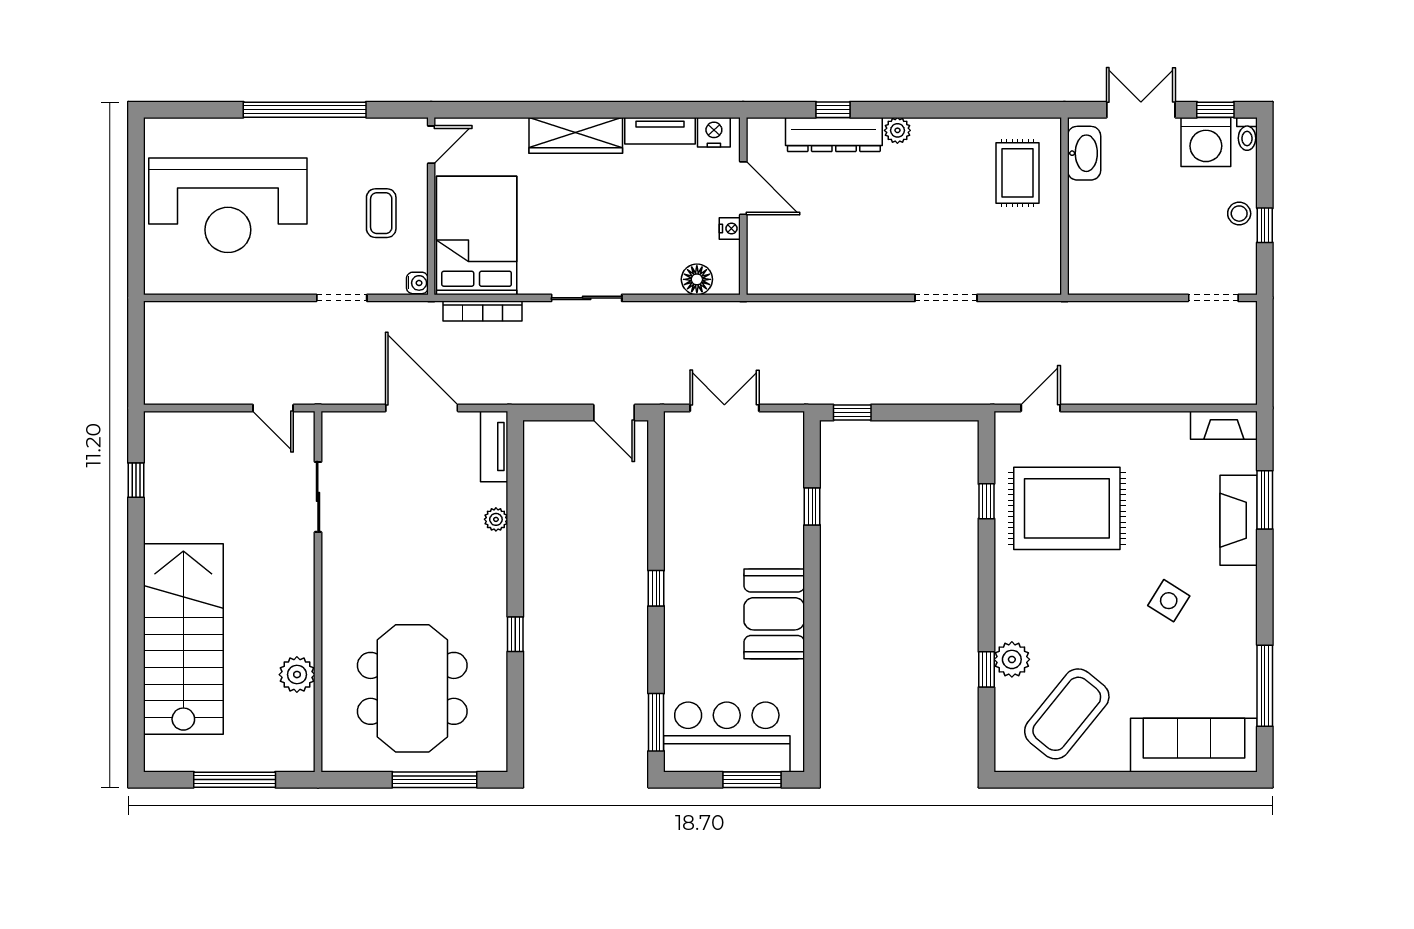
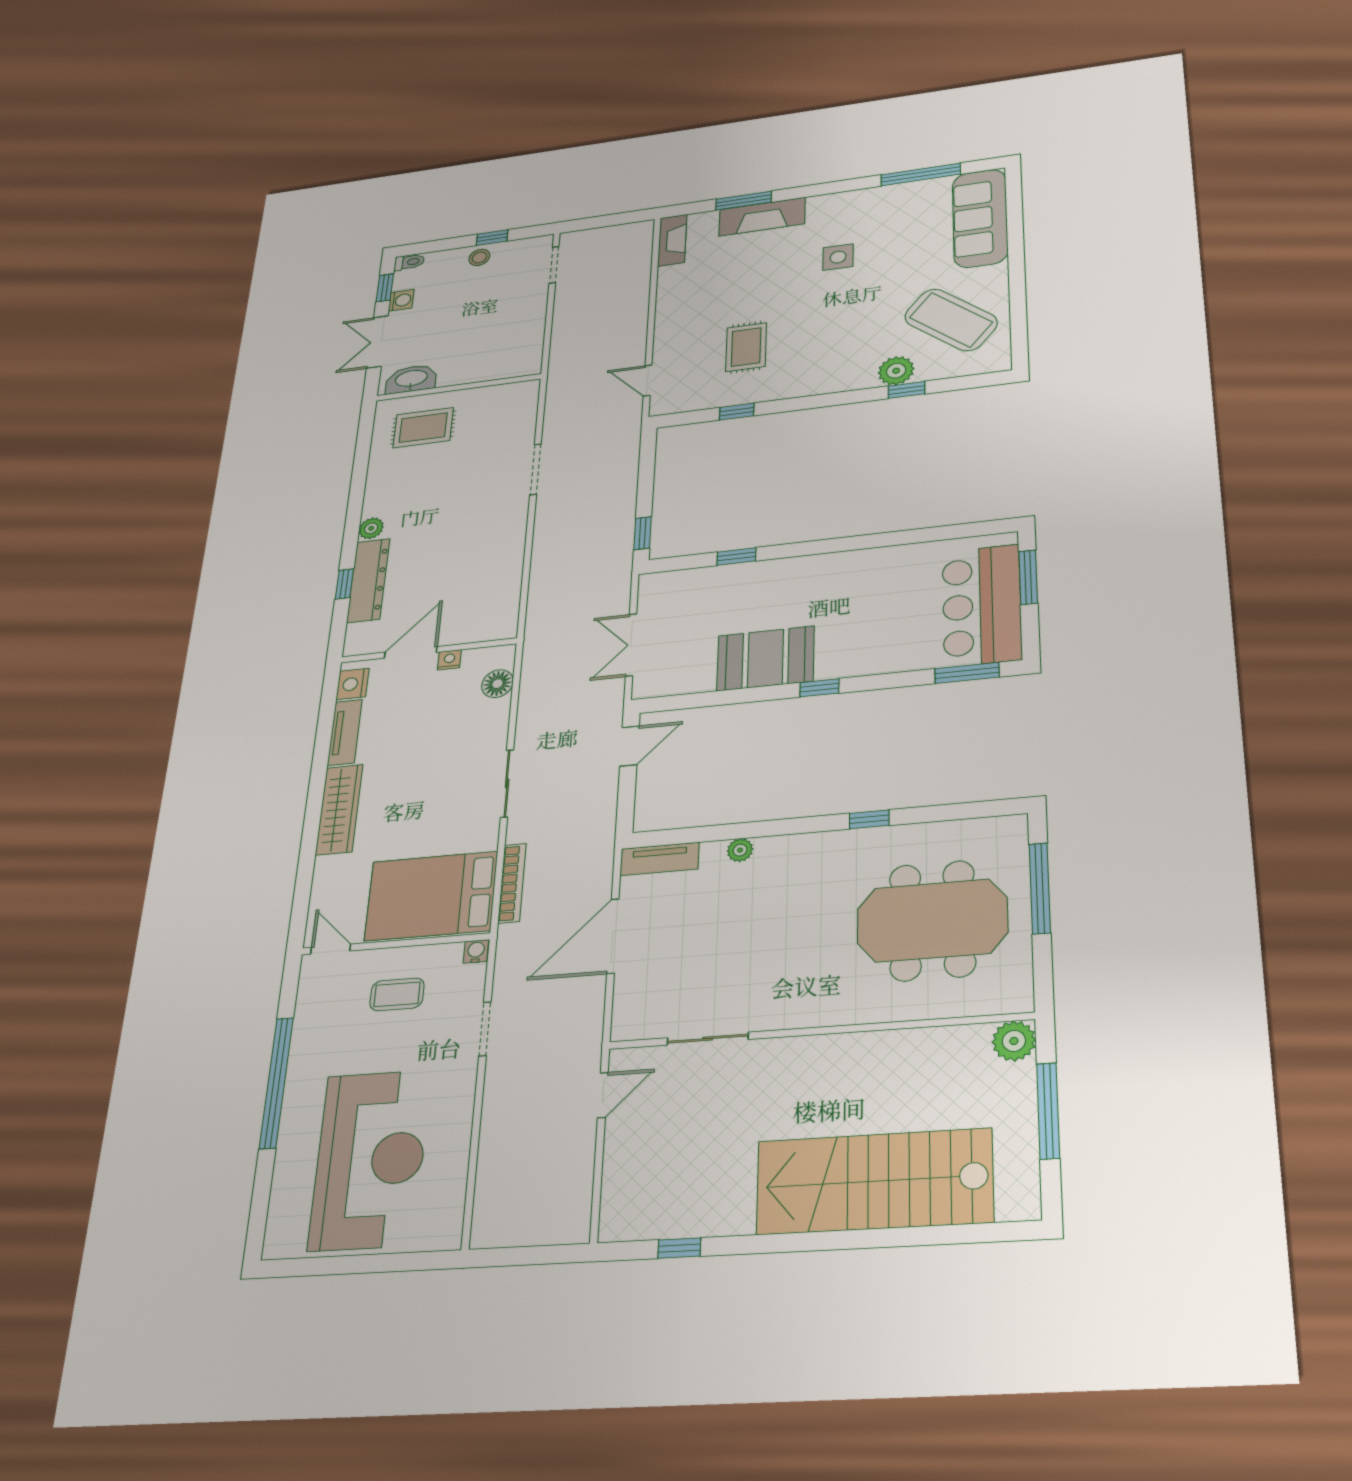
washing machine: (1206, 142) -> (401, 300), width x0.53, depth x0.53
rug: (1067, 508) -> (746, 347), width x0.54, depth x0.49
side table: (1169, 601) -> (838, 257), turned -32
booth: (774, 614) -> (765, 658), moved
plant: (297, 675) -> (1014, 1041), moved

